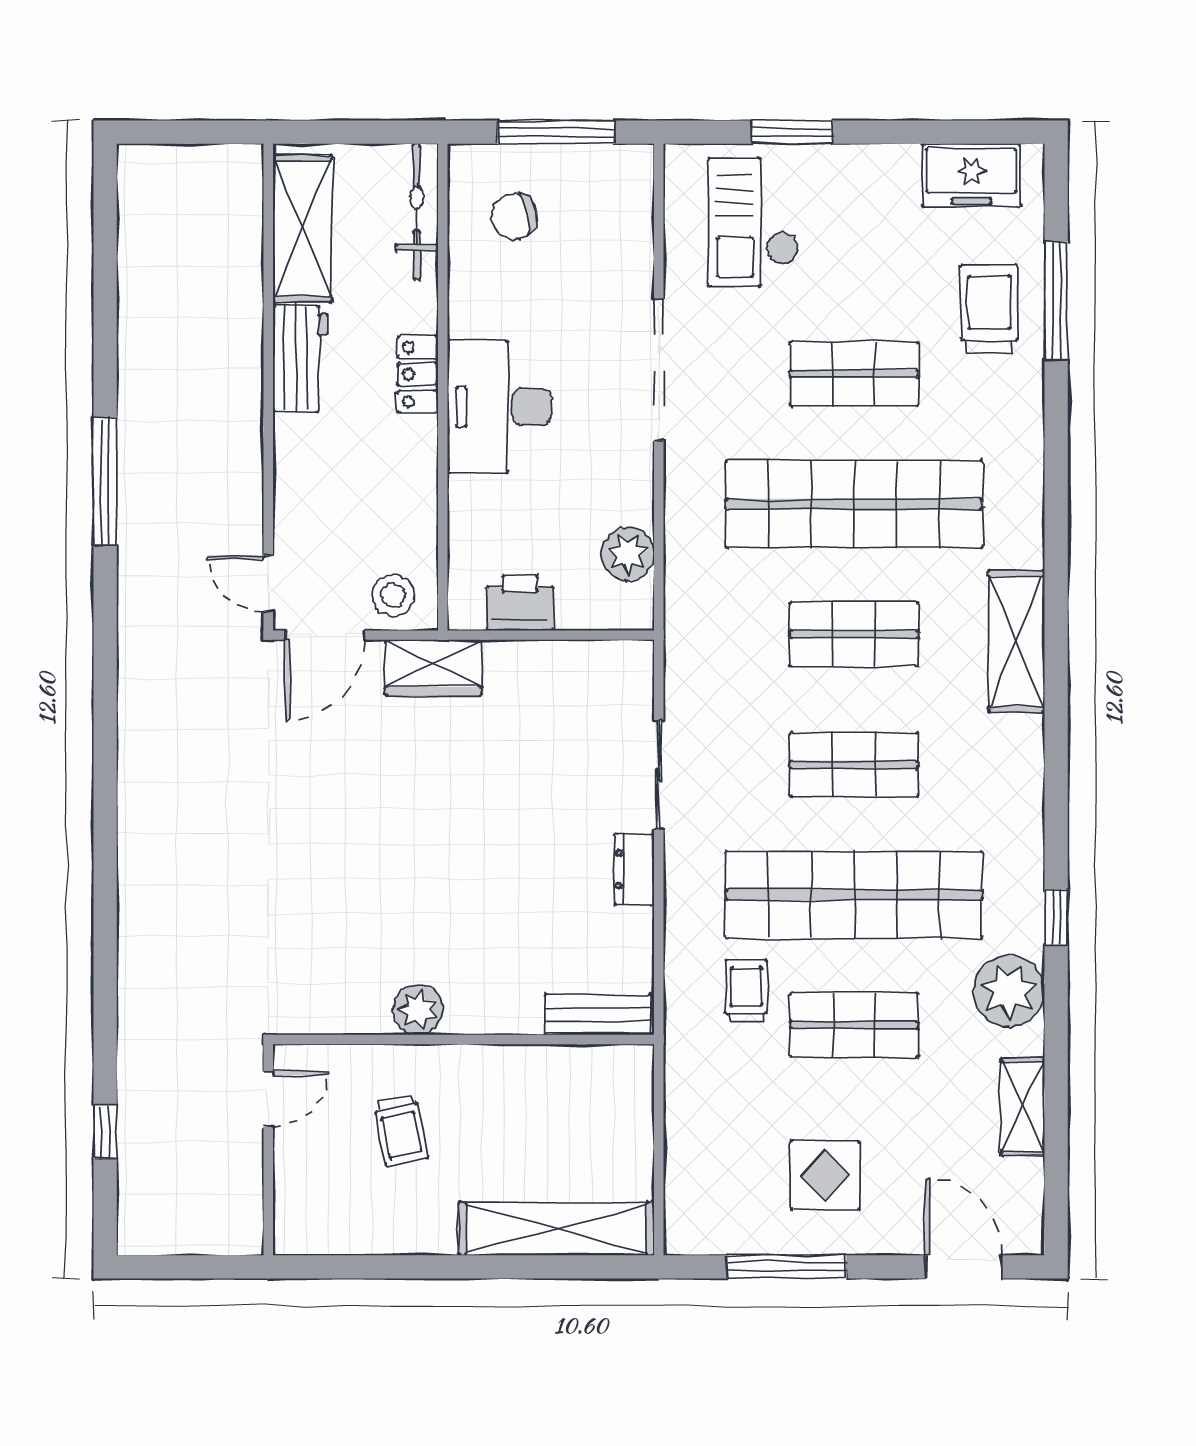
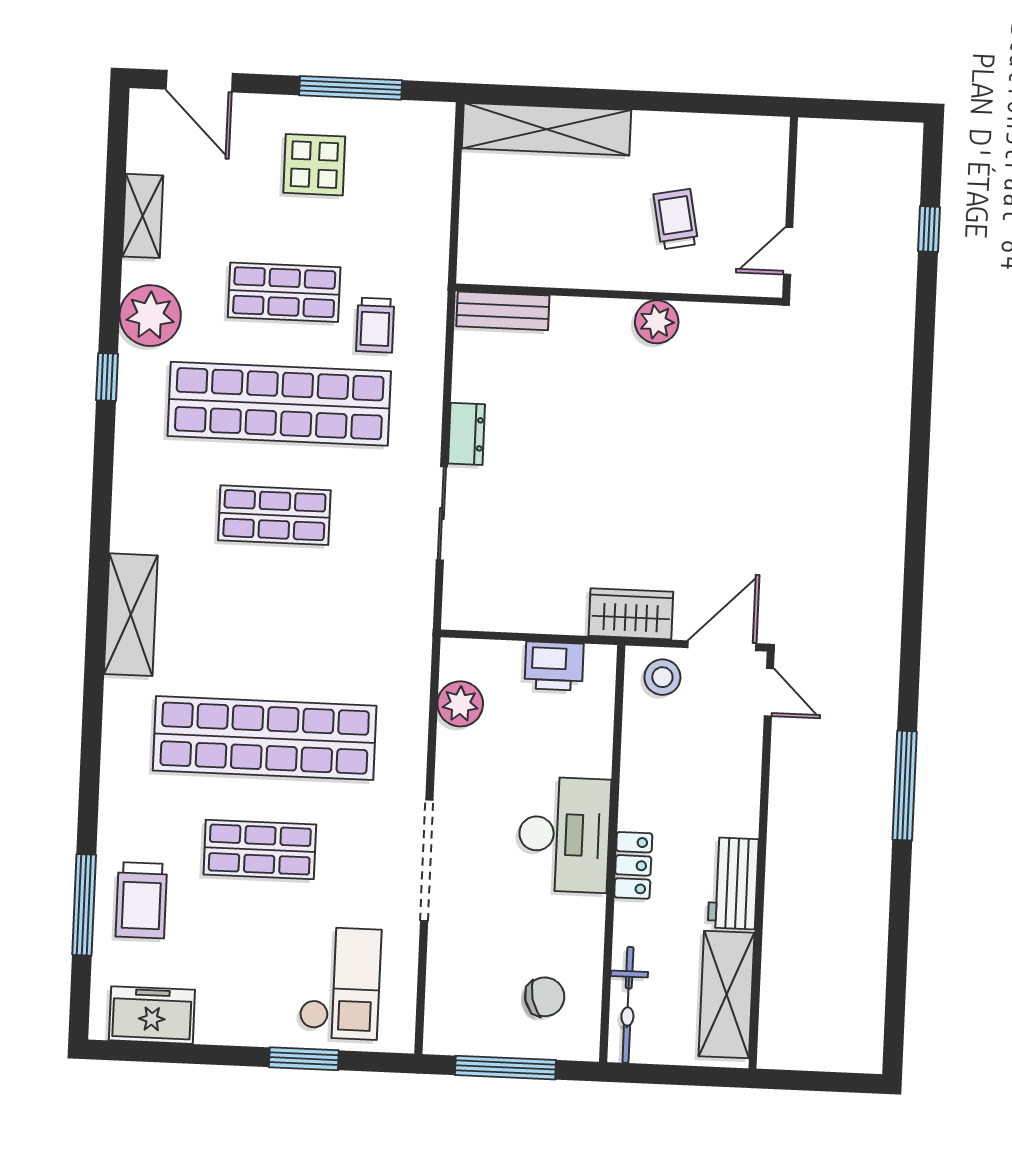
shop shelf: (854, 634) -> (270, 627), removed

